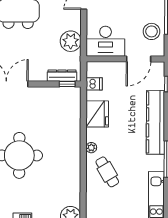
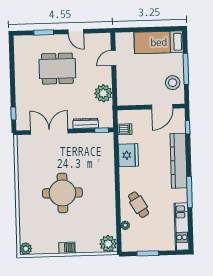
desk: (105, 41) -> (133, 92), removed
dresser: (62, 76) -> (86, 123), moved
plant: (91, 148) -> (125, 225), moved

